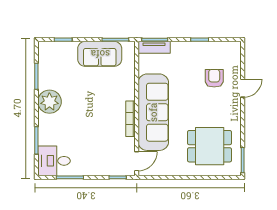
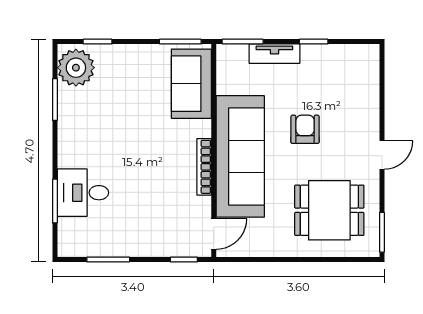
tv unit: (154, 47) -> (274, 54), moved
sofa: (100, 54) -> (191, 84), moved, turned 90
armchair: (214, 78) -> (305, 129), moved
door: (243, 88) -> (382, 155), moved
plant: (49, 102) -> (76, 68), moved
desk: (54, 161) -> (83, 193), moved

